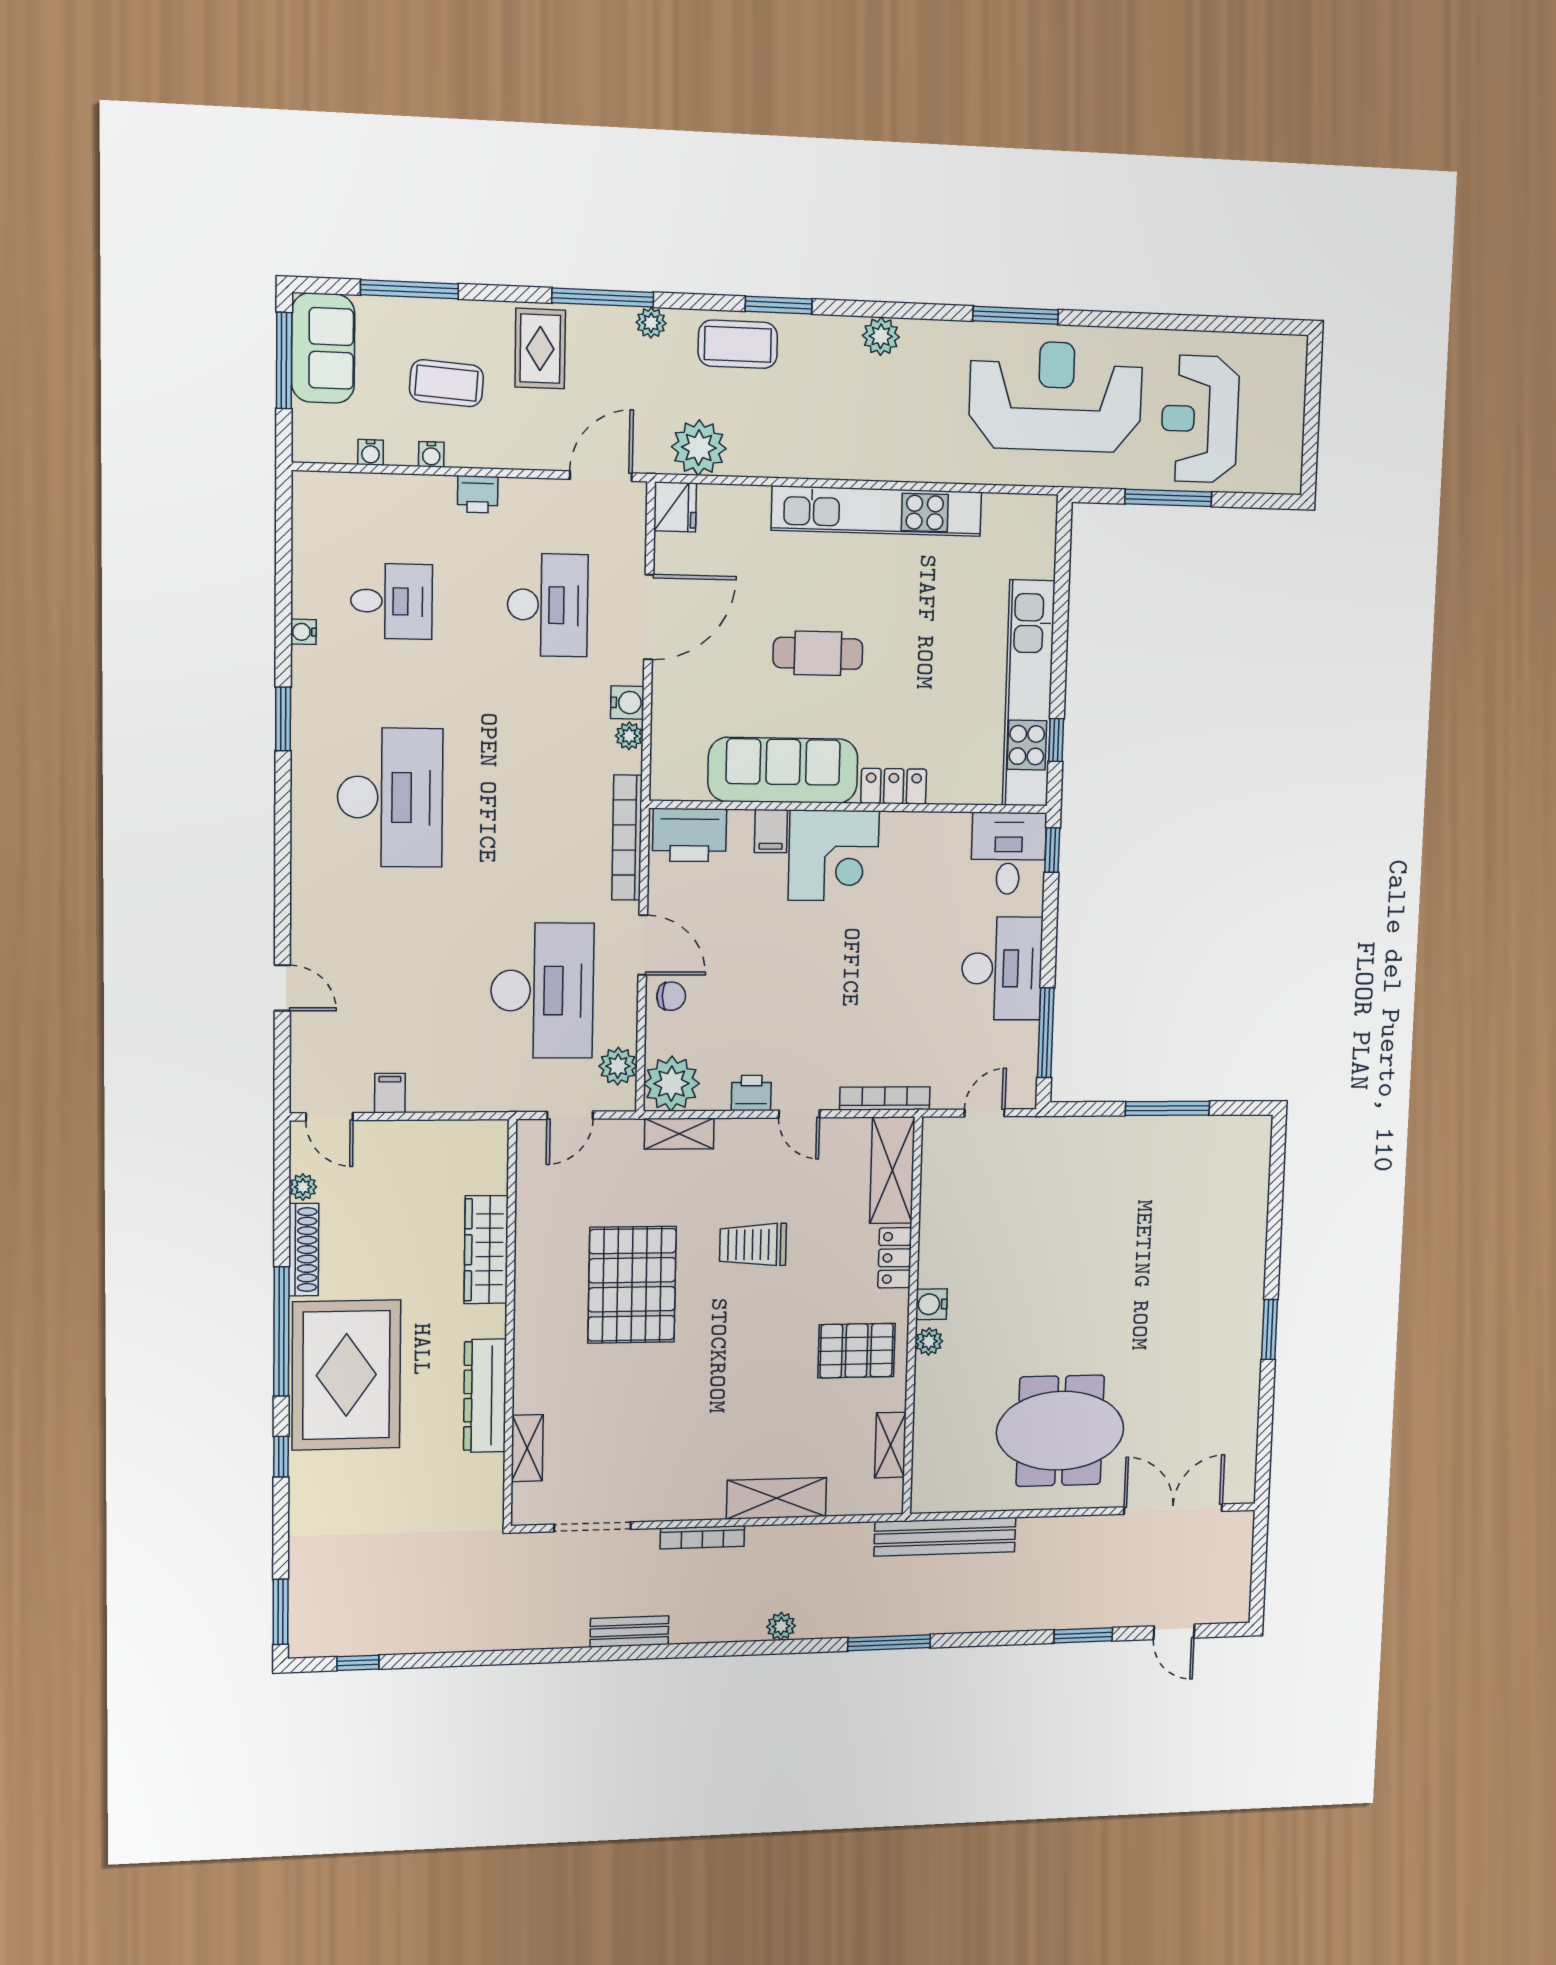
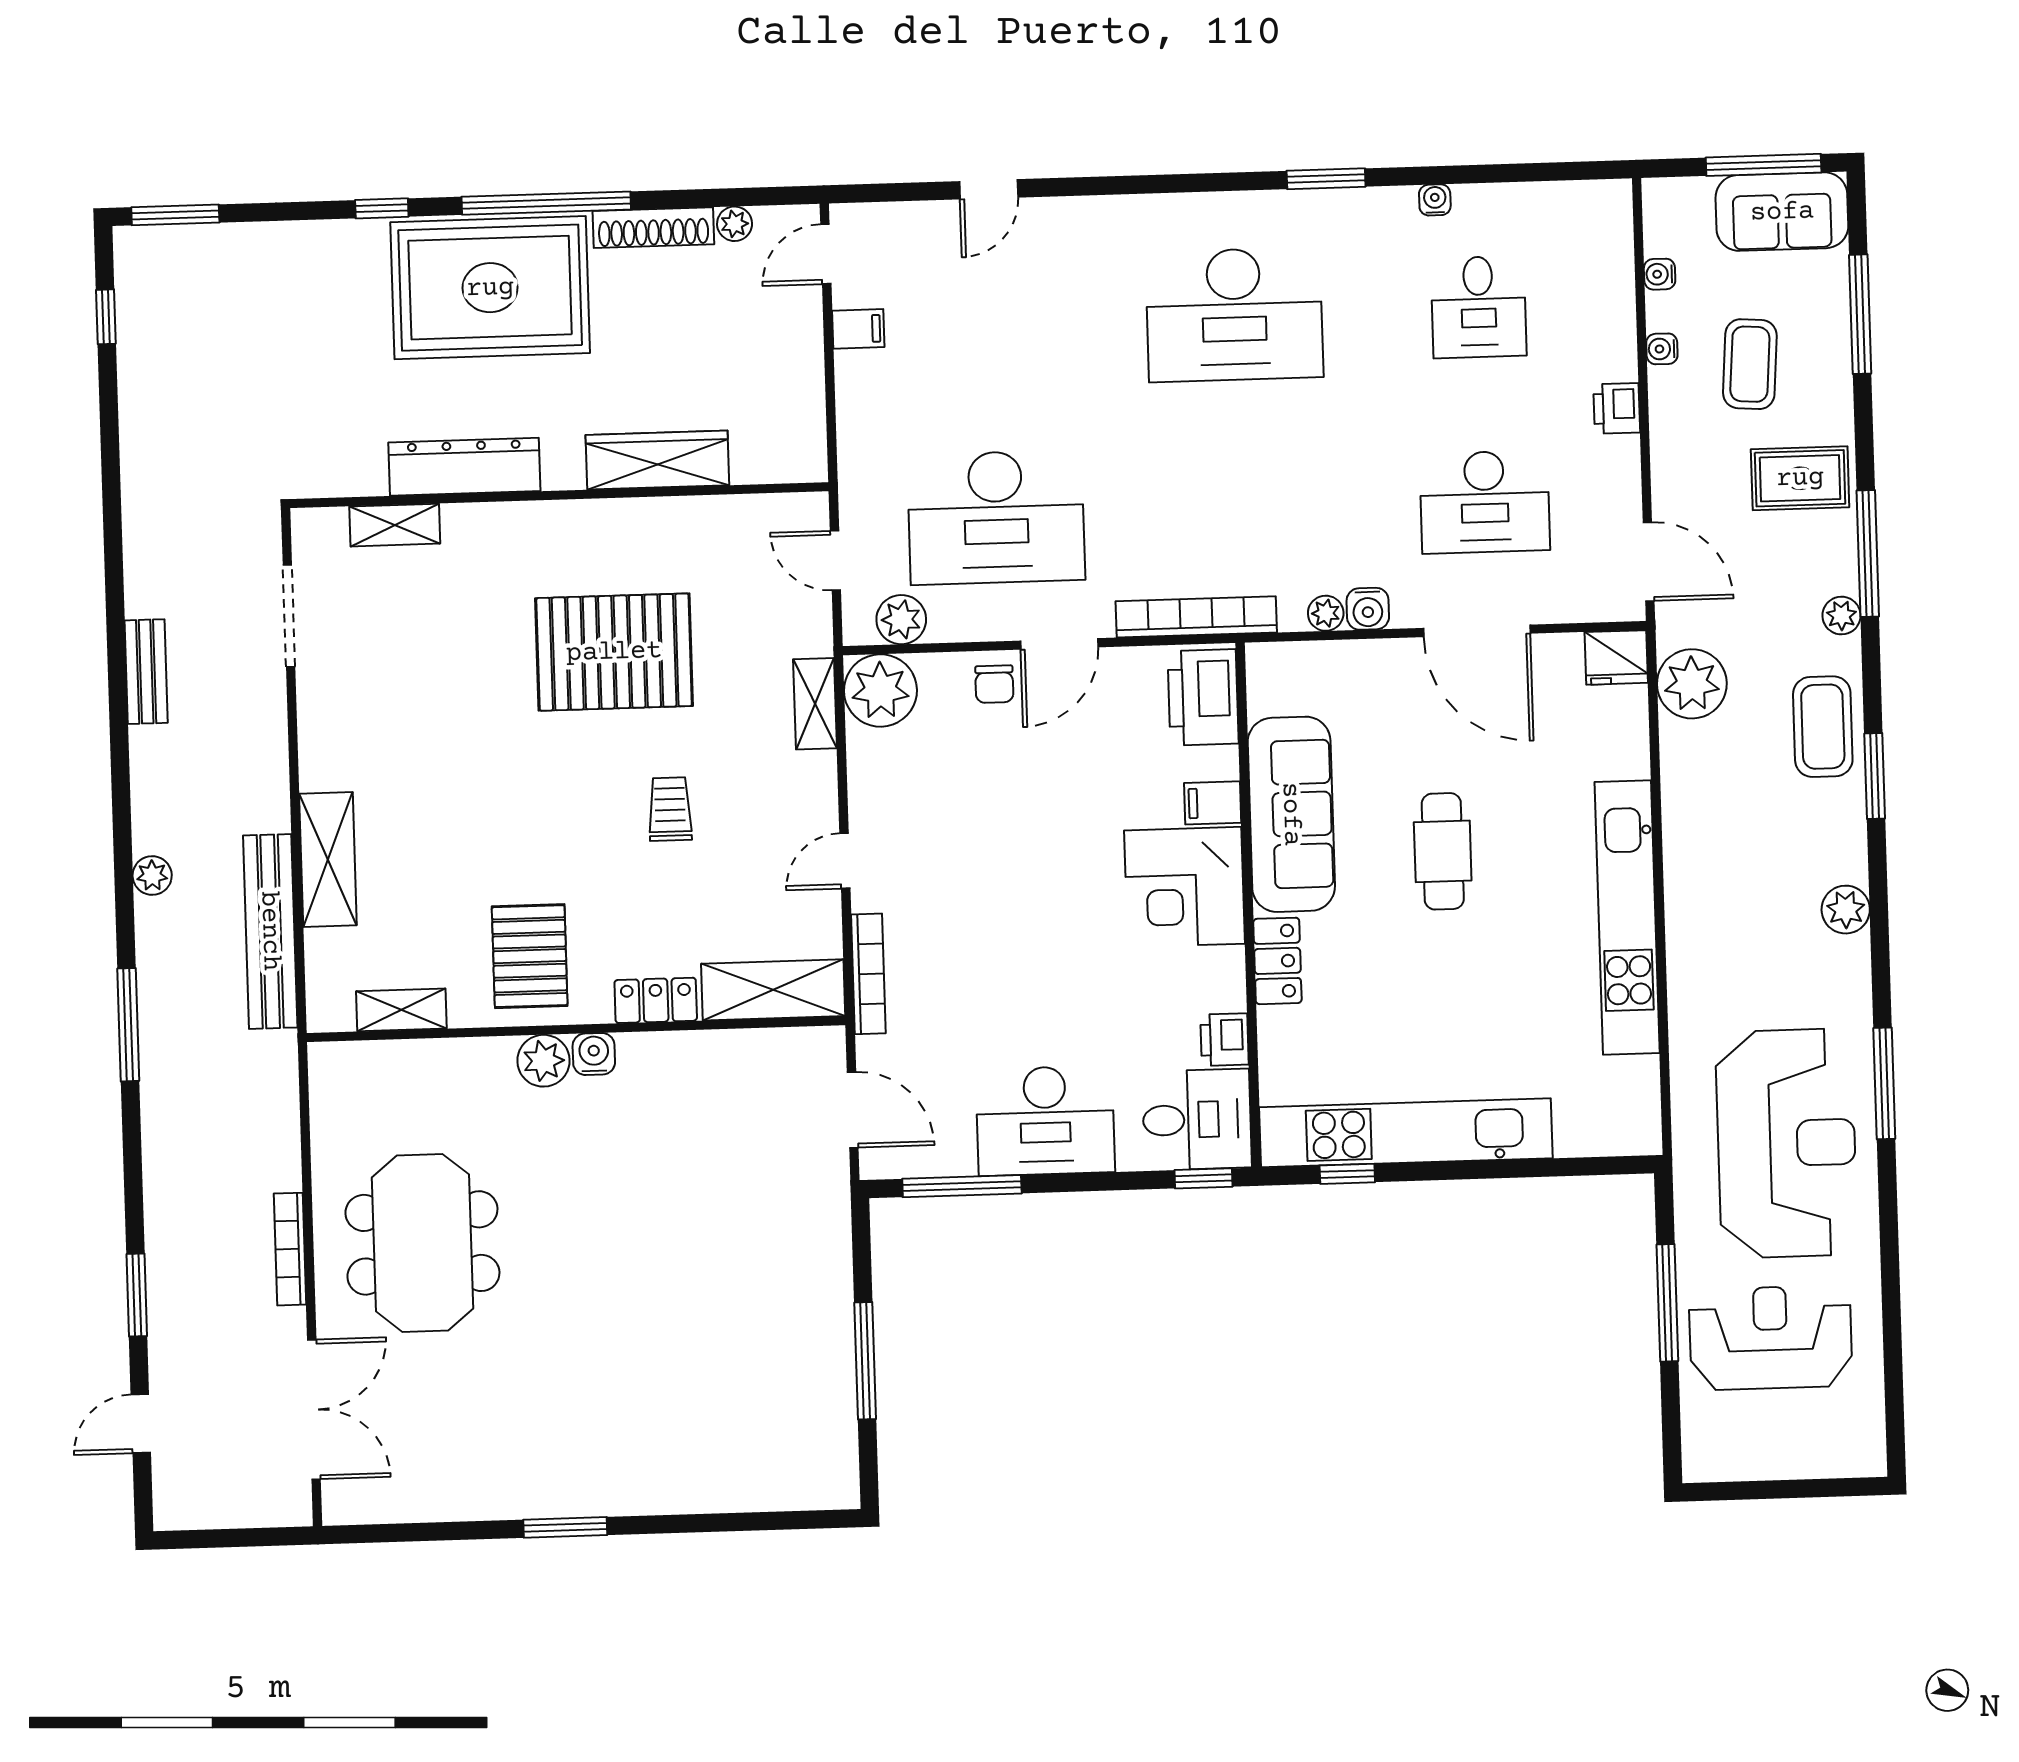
printer: (751, 1093) -> (1224, 1040), moved, turned 180
door: (985, 1113) -> (853, 1110), width x1.38
trolley: (753, 1245) -> (670, 809), width x0.73, depth x0.72
plant: (929, 1341) -> (544, 1061), width x1.38, depth x1.38
bookcase: (702, 1537) -> (290, 1249), moved
bench: (945, 1537) -> (270, 931), moved

